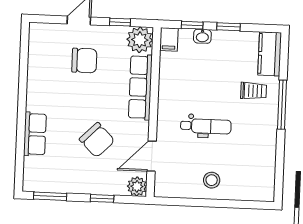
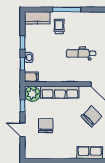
dental chair: (206, 126) -> (81, 53), turned -90

